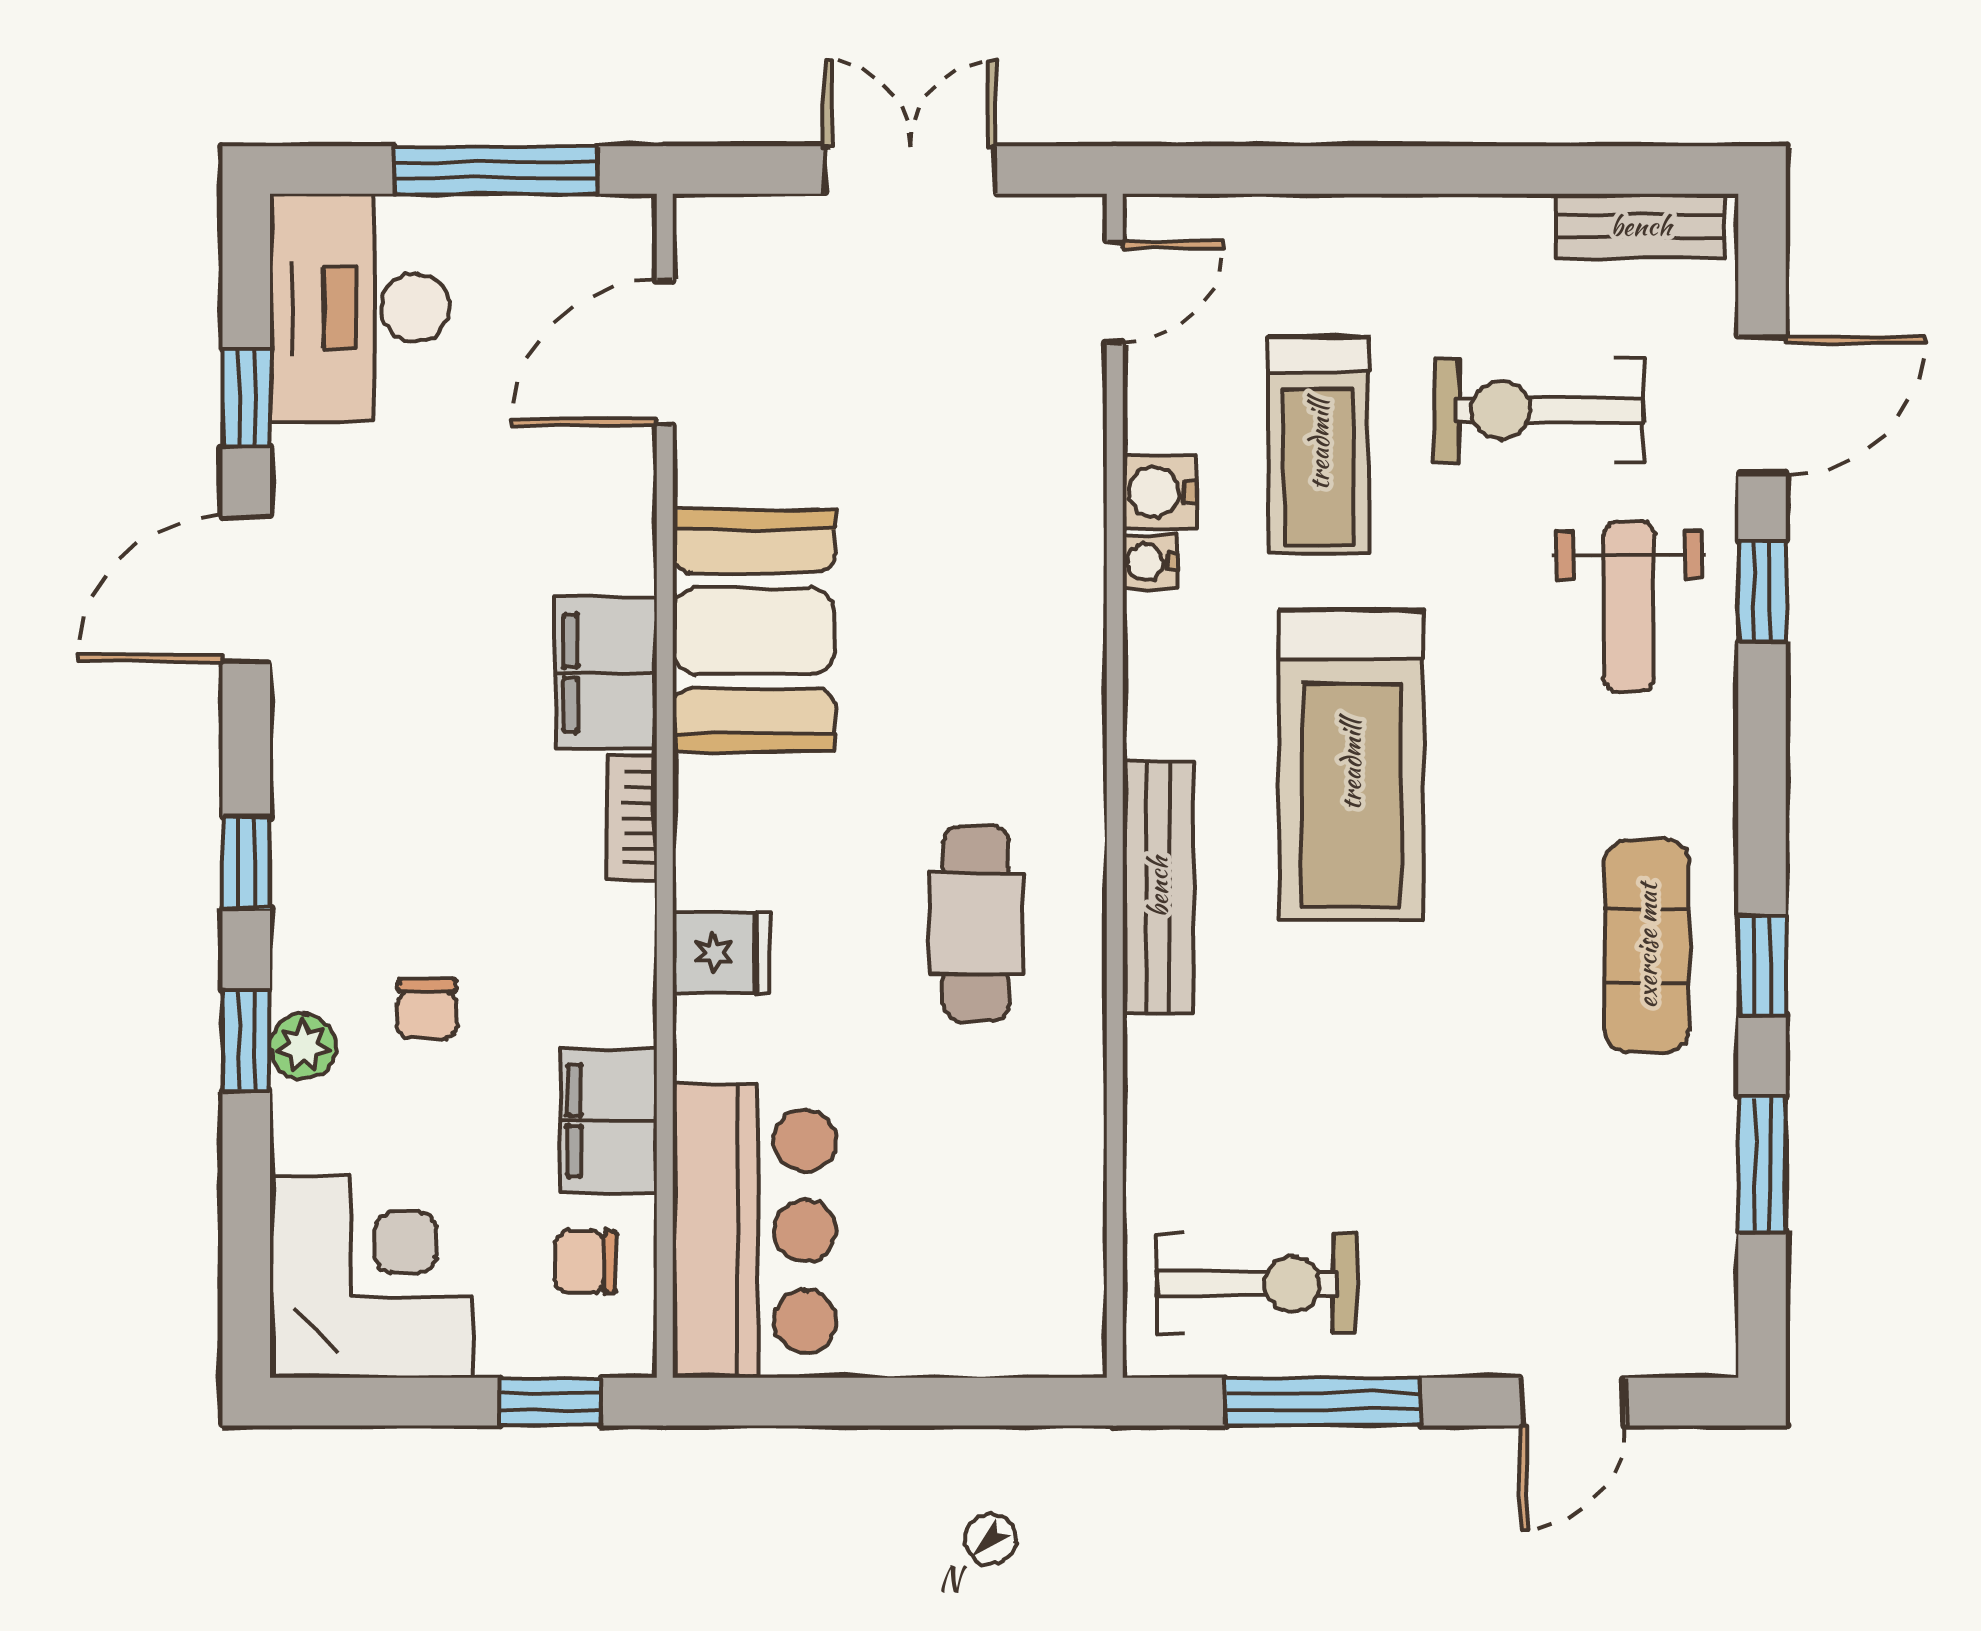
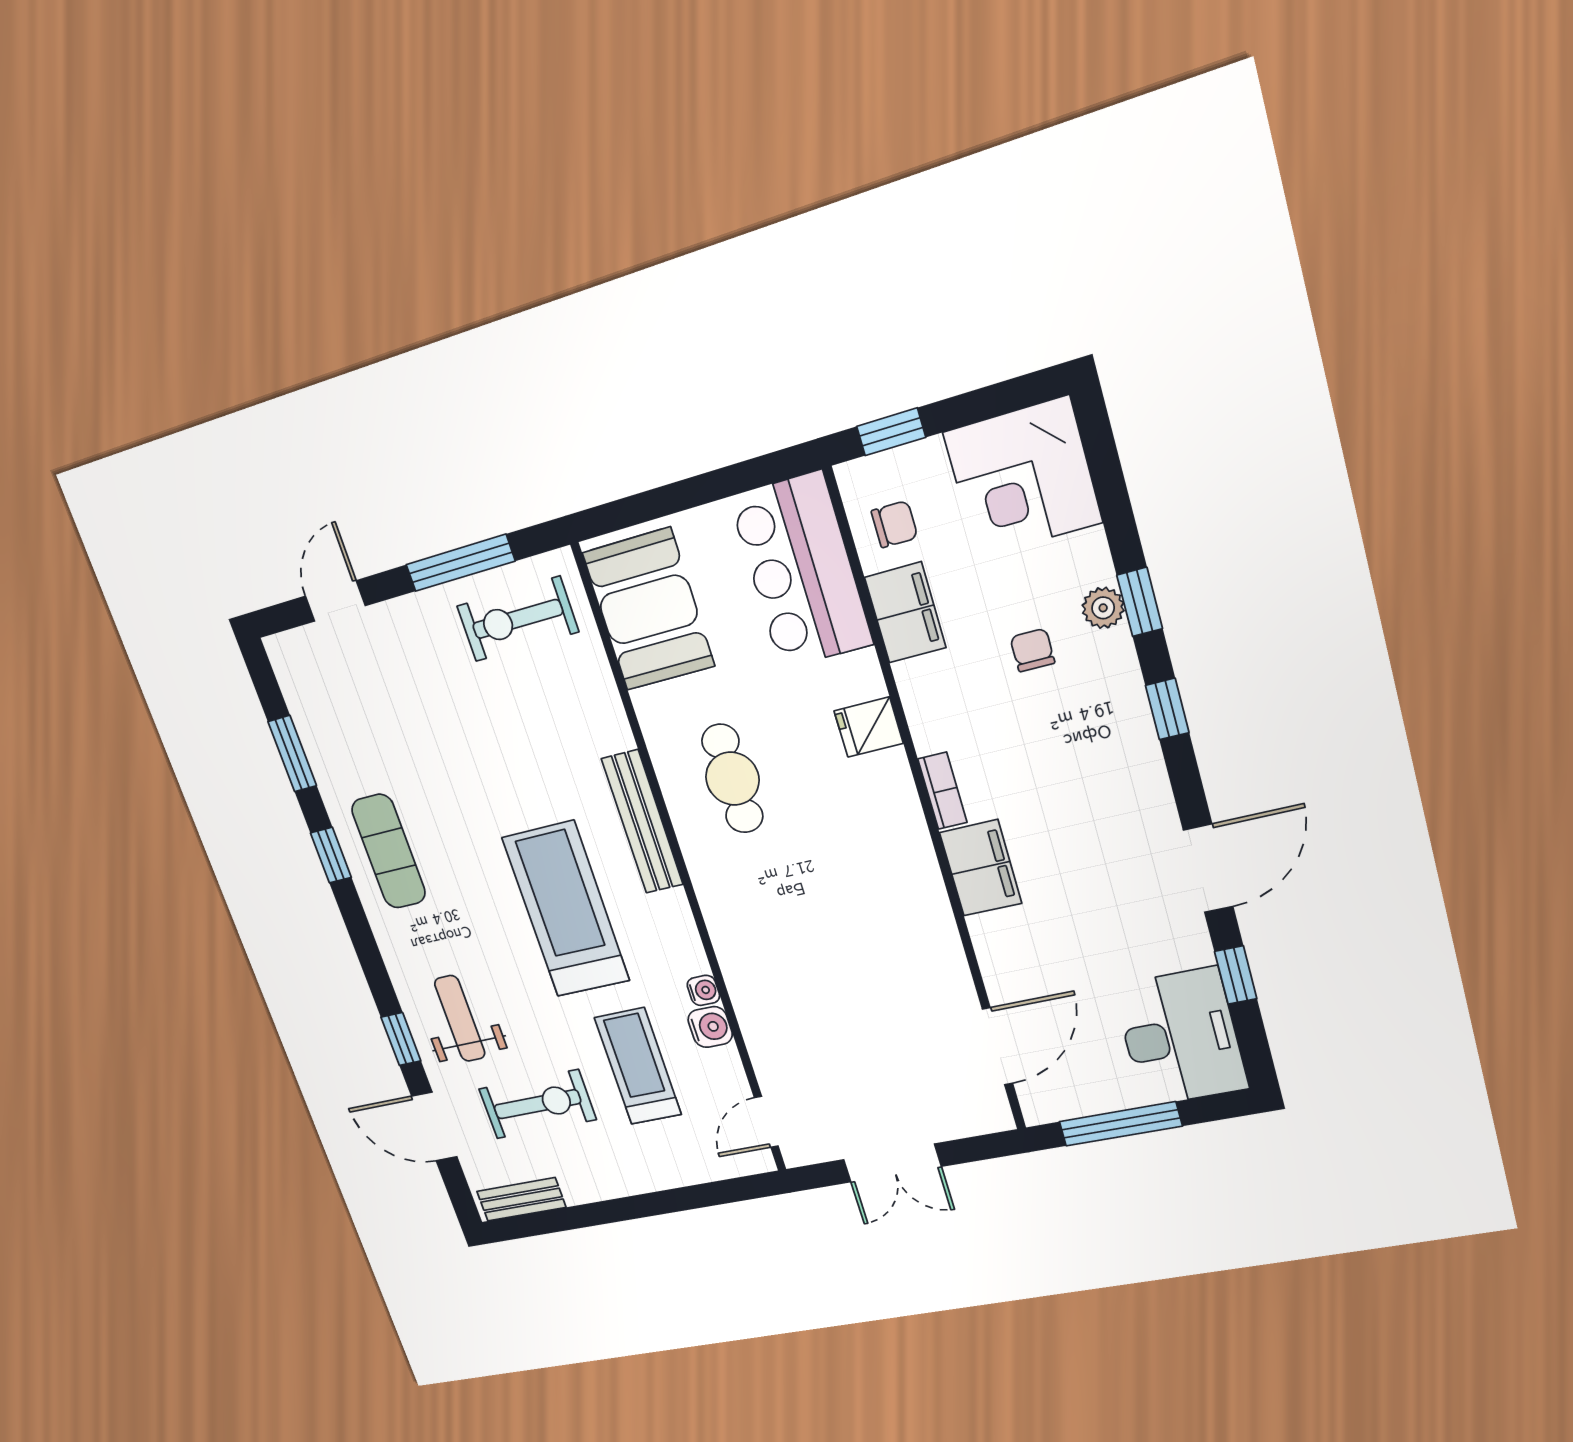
door: (1762, 405) -> (434, 1127), hinge flipped
booth: (754, 631) -> (649, 609), moved

